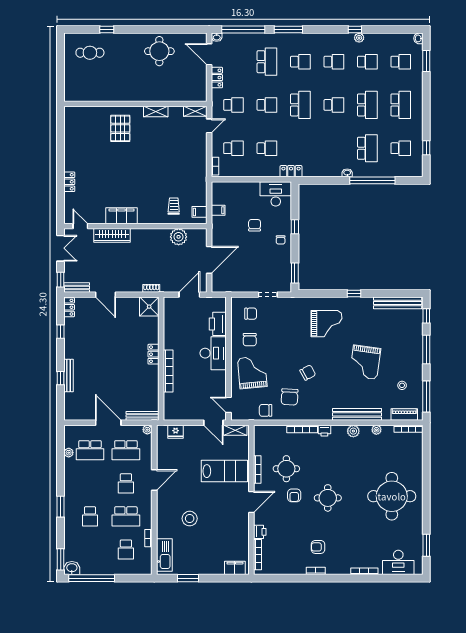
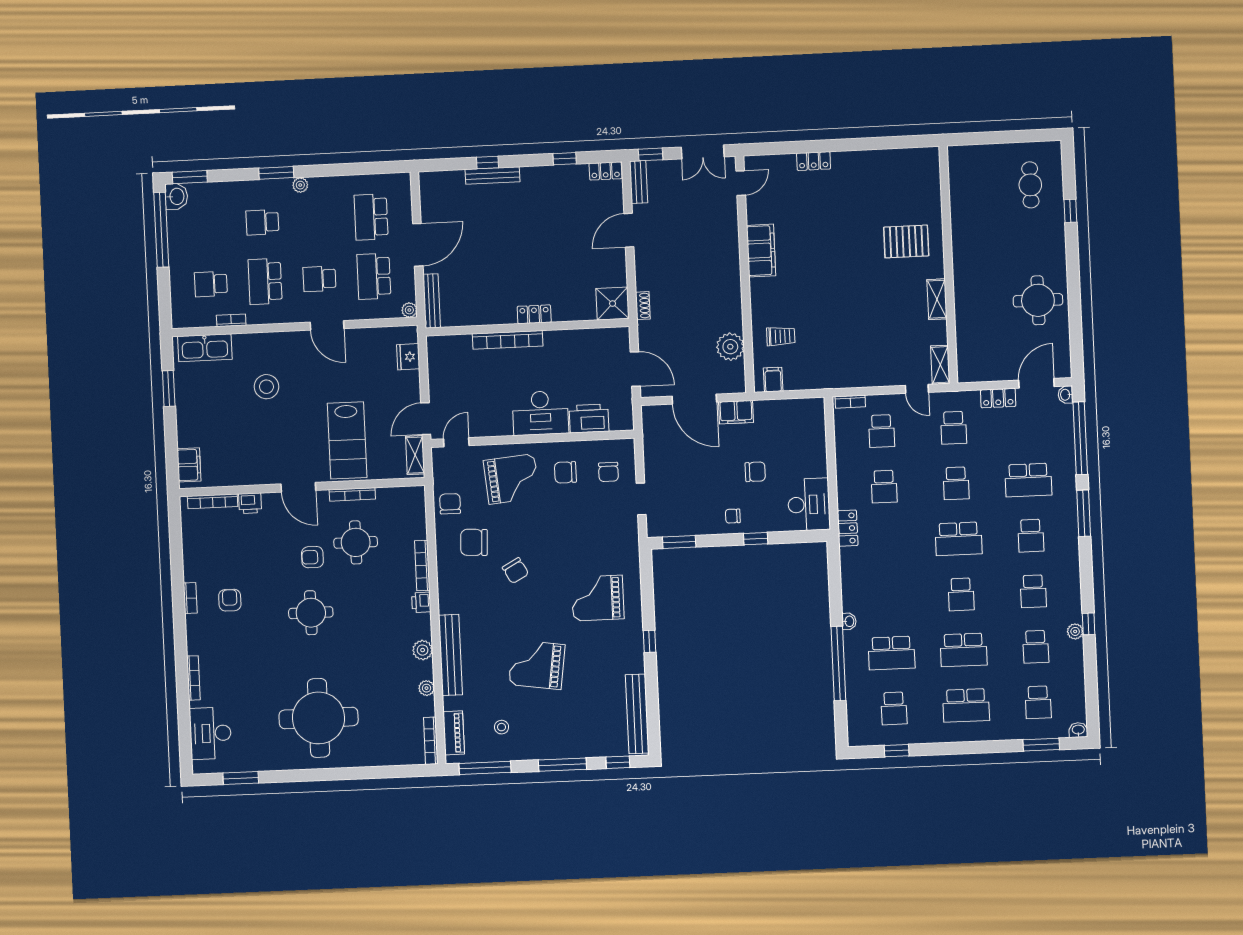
filing cabinet: (218, 210) -> (736, 412), moved, width x2.00
wardrobe: (112, 235) -> (728, 236), removed
grand piano: (326, 324) -> (598, 598), turned 90
plant: (69, 453) -> (300, 185), moved

